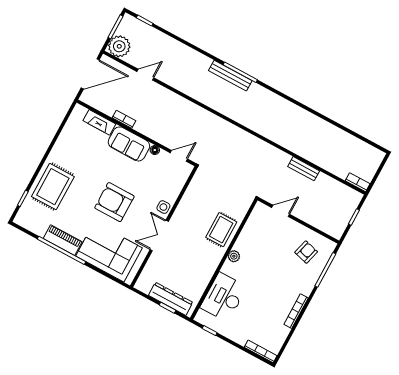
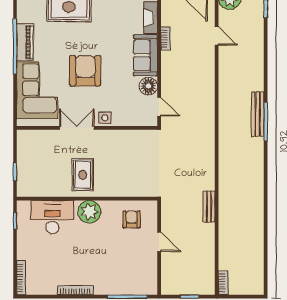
floor lamp: (155, 150) -> (148, 86), width x1.89, depth x1.89
bench: (304, 169) -> (209, 206), moved
door: (281, 211) -> (159, 242), moved
rug: (221, 230) -> (83, 175), moved, turned 90
armchair: (306, 252) -> (132, 219), moved, turned -105
plant: (234, 256) -> (89, 212), width x1.88, depth x1.88
dresser: (171, 299) -> (25, 170), removed

